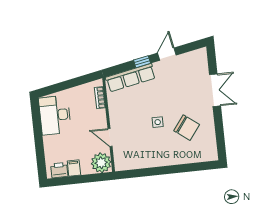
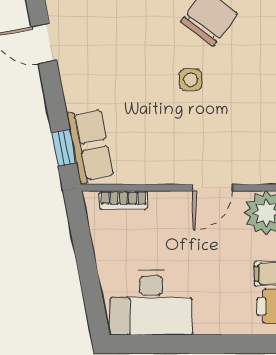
window: (142, 62) -> (64, 148), moved
row of seats: (131, 78) -> (90, 146), width x0.68

